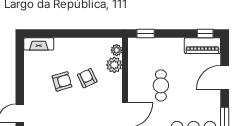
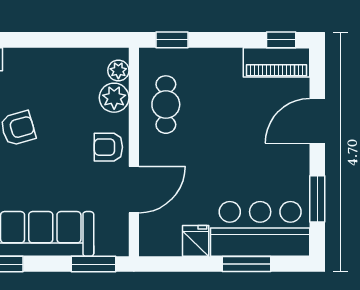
armchair: (87, 78) -> (108, 147), moved, turned -65
cafe table: (161, 85) -> (166, 105), moved

